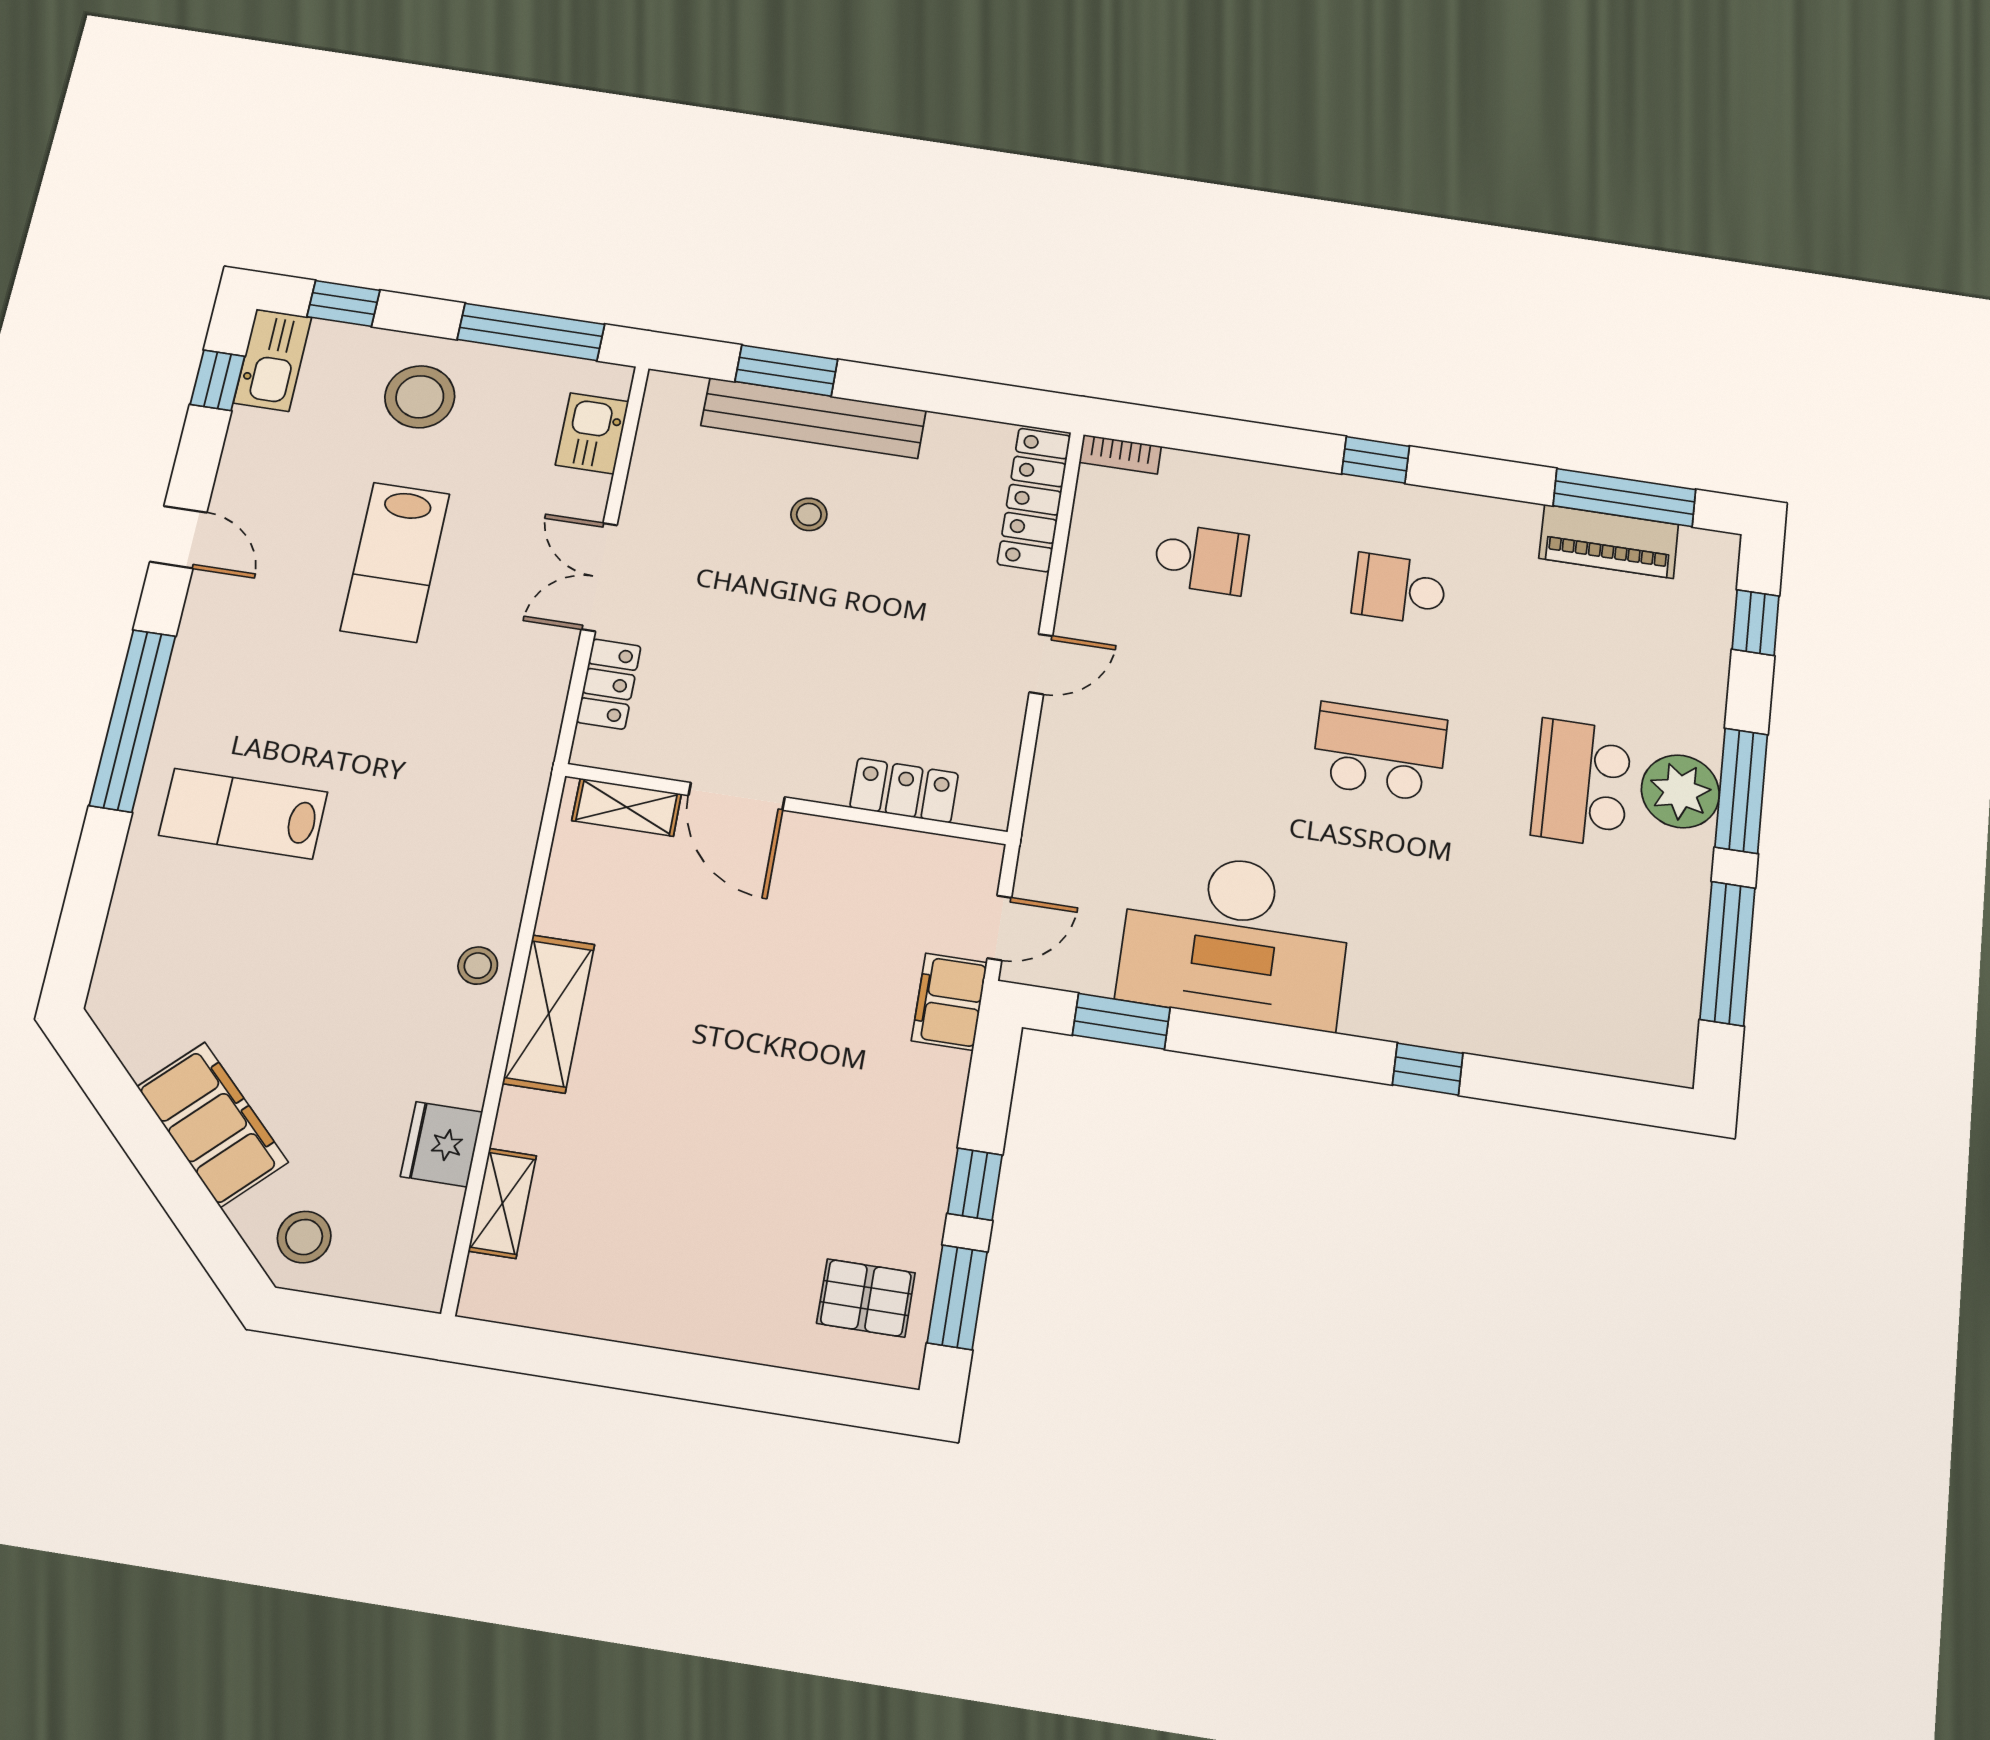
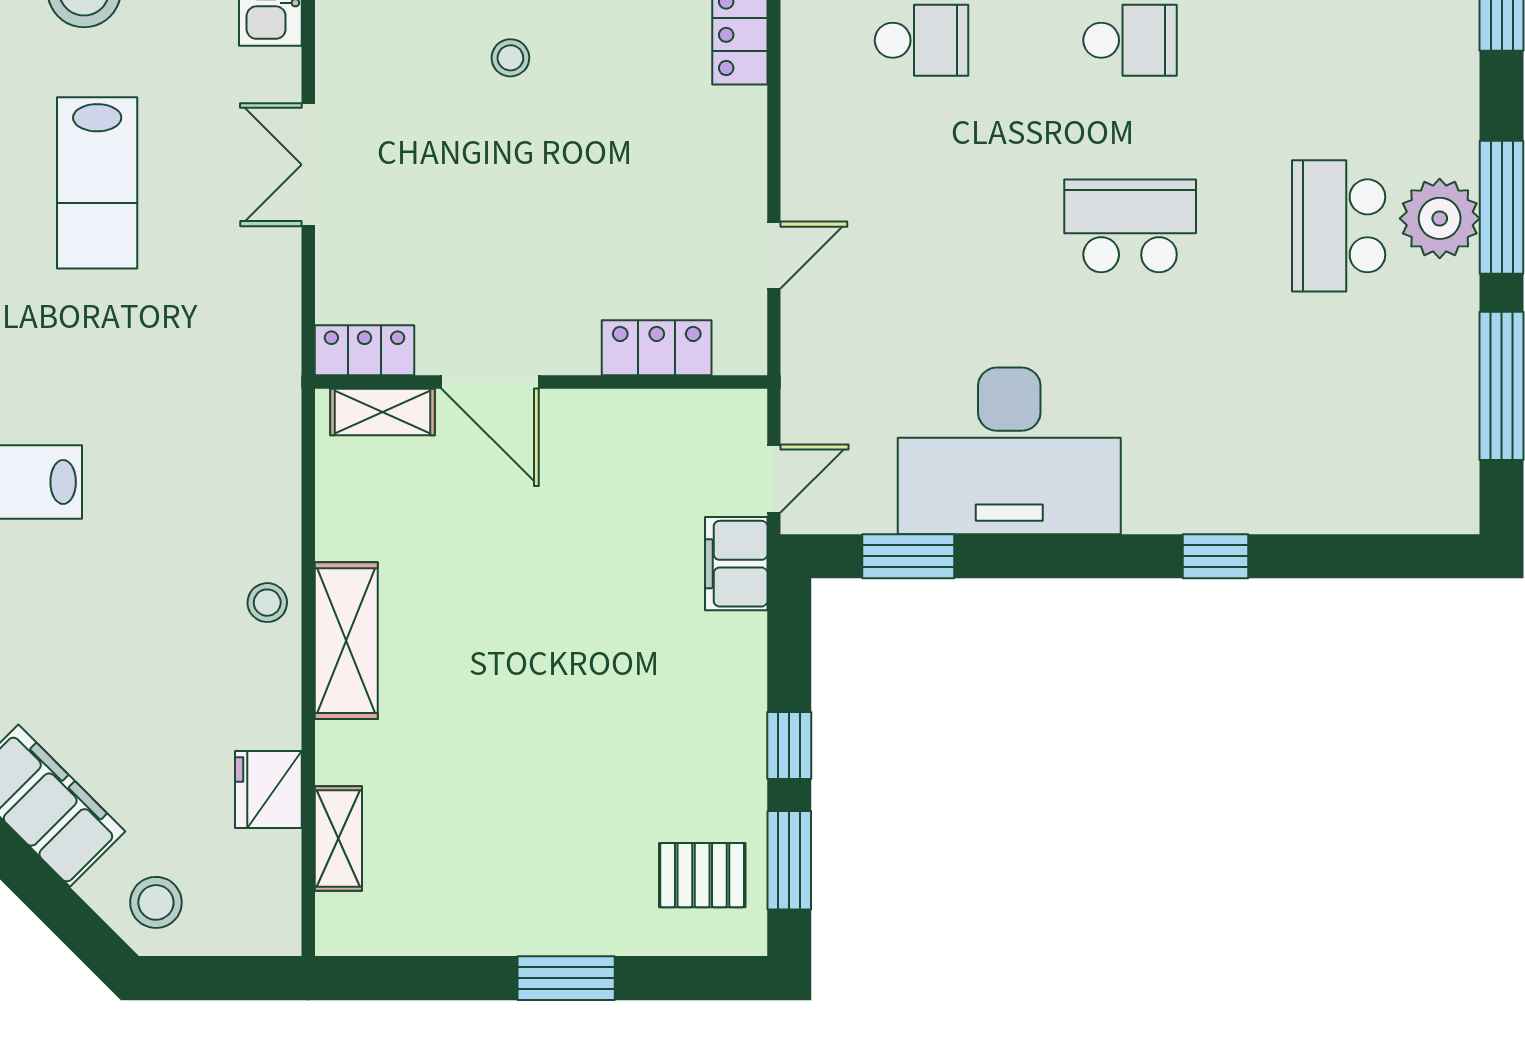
school desk: (1399, 589) -> (1130, 40), turned 180
door: (1041, 664) -> (774, 255), moved
locker: (609, 684) -> (364, 350), moved, turned -90
window: (709, 1379) -> (566, 978), added

